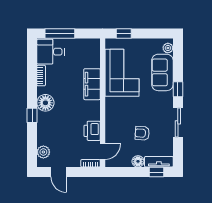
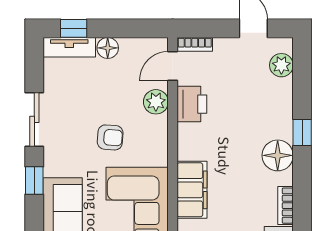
plant: (112, 132) -> (156, 102), added
armchair: (142, 133) -> (110, 137), moved

